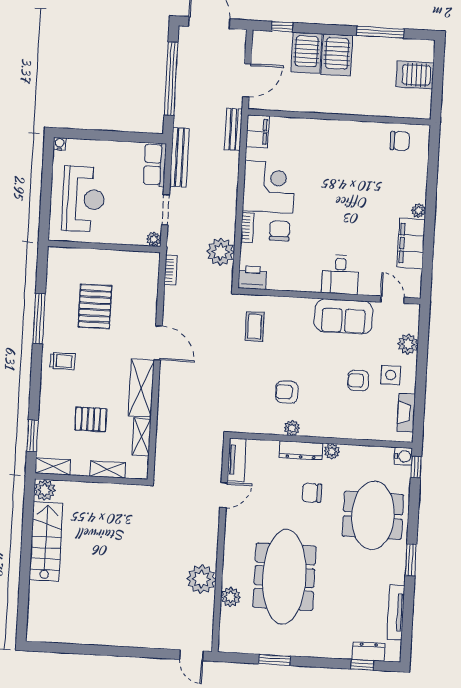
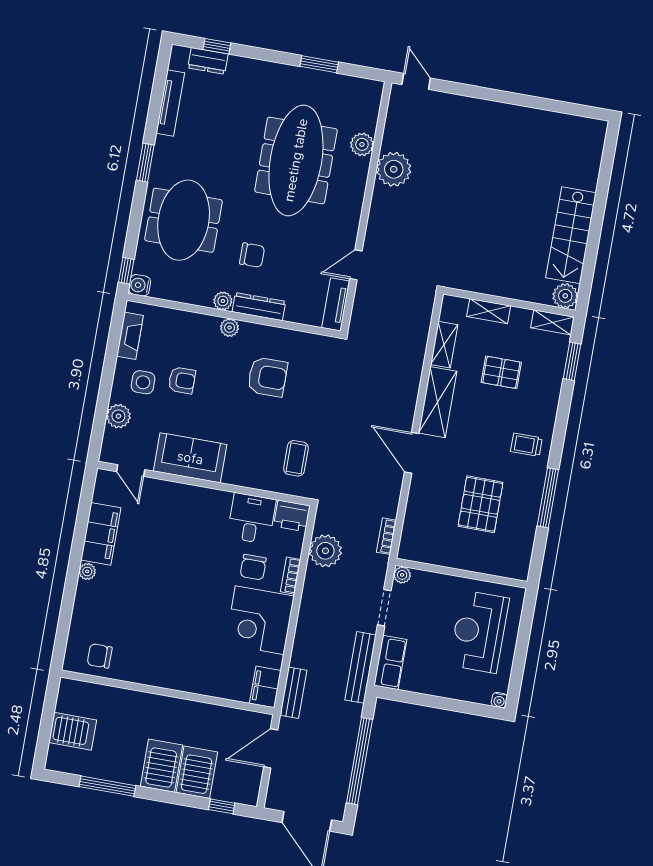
desk: (340, 275) -> (252, 519), moved
armchair: (287, 392) -> (267, 377), width x1.38, depth x1.38
plant: (292, 428) -> (230, 328), moved

